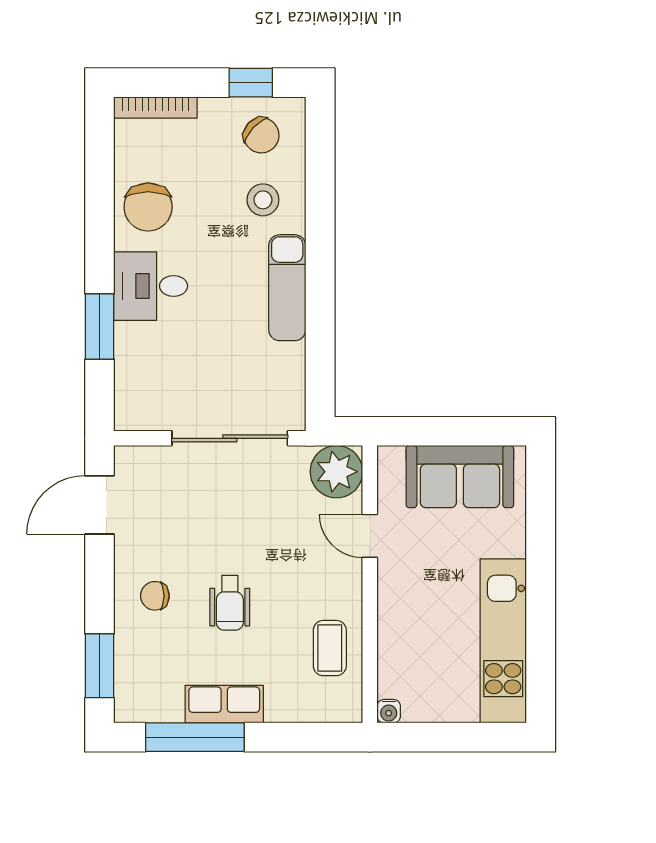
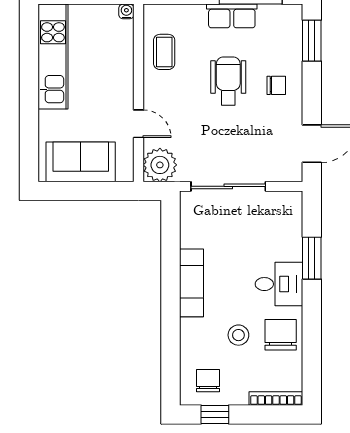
chair: (261, 135) -> (208, 381), turned 47
stool: (263, 200) -> (238, 335), moved
wheelchair: (230, 603) -> (228, 81), width x1.36, depth x1.37

